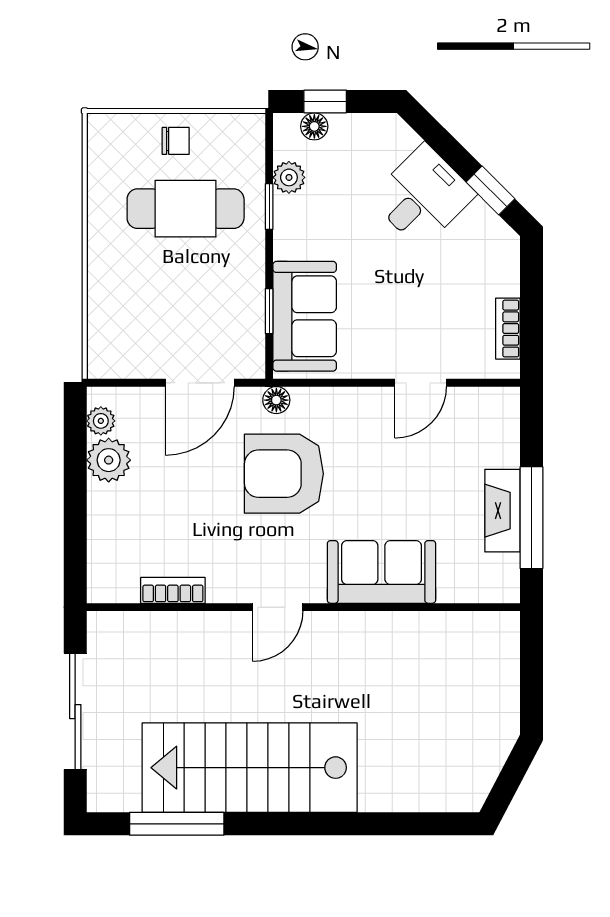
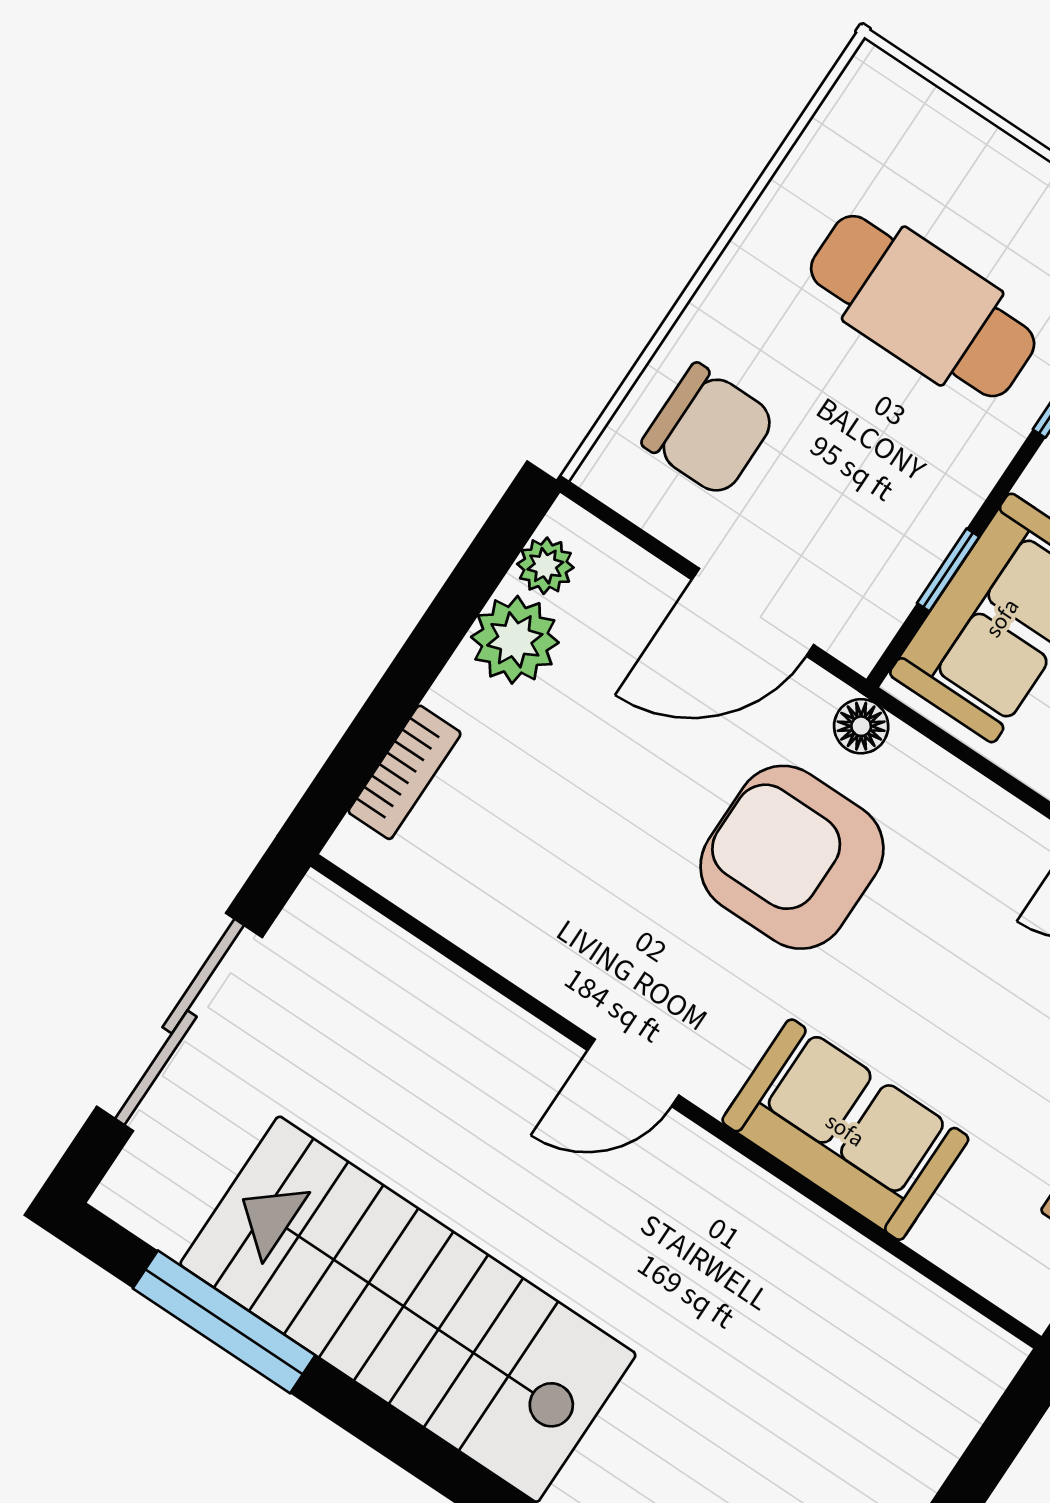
chair: (176, 141) -> (709, 430), moved, width x1.87, depth x1.87
bookcase: (173, 590) -> (405, 772), moved, turned 90

